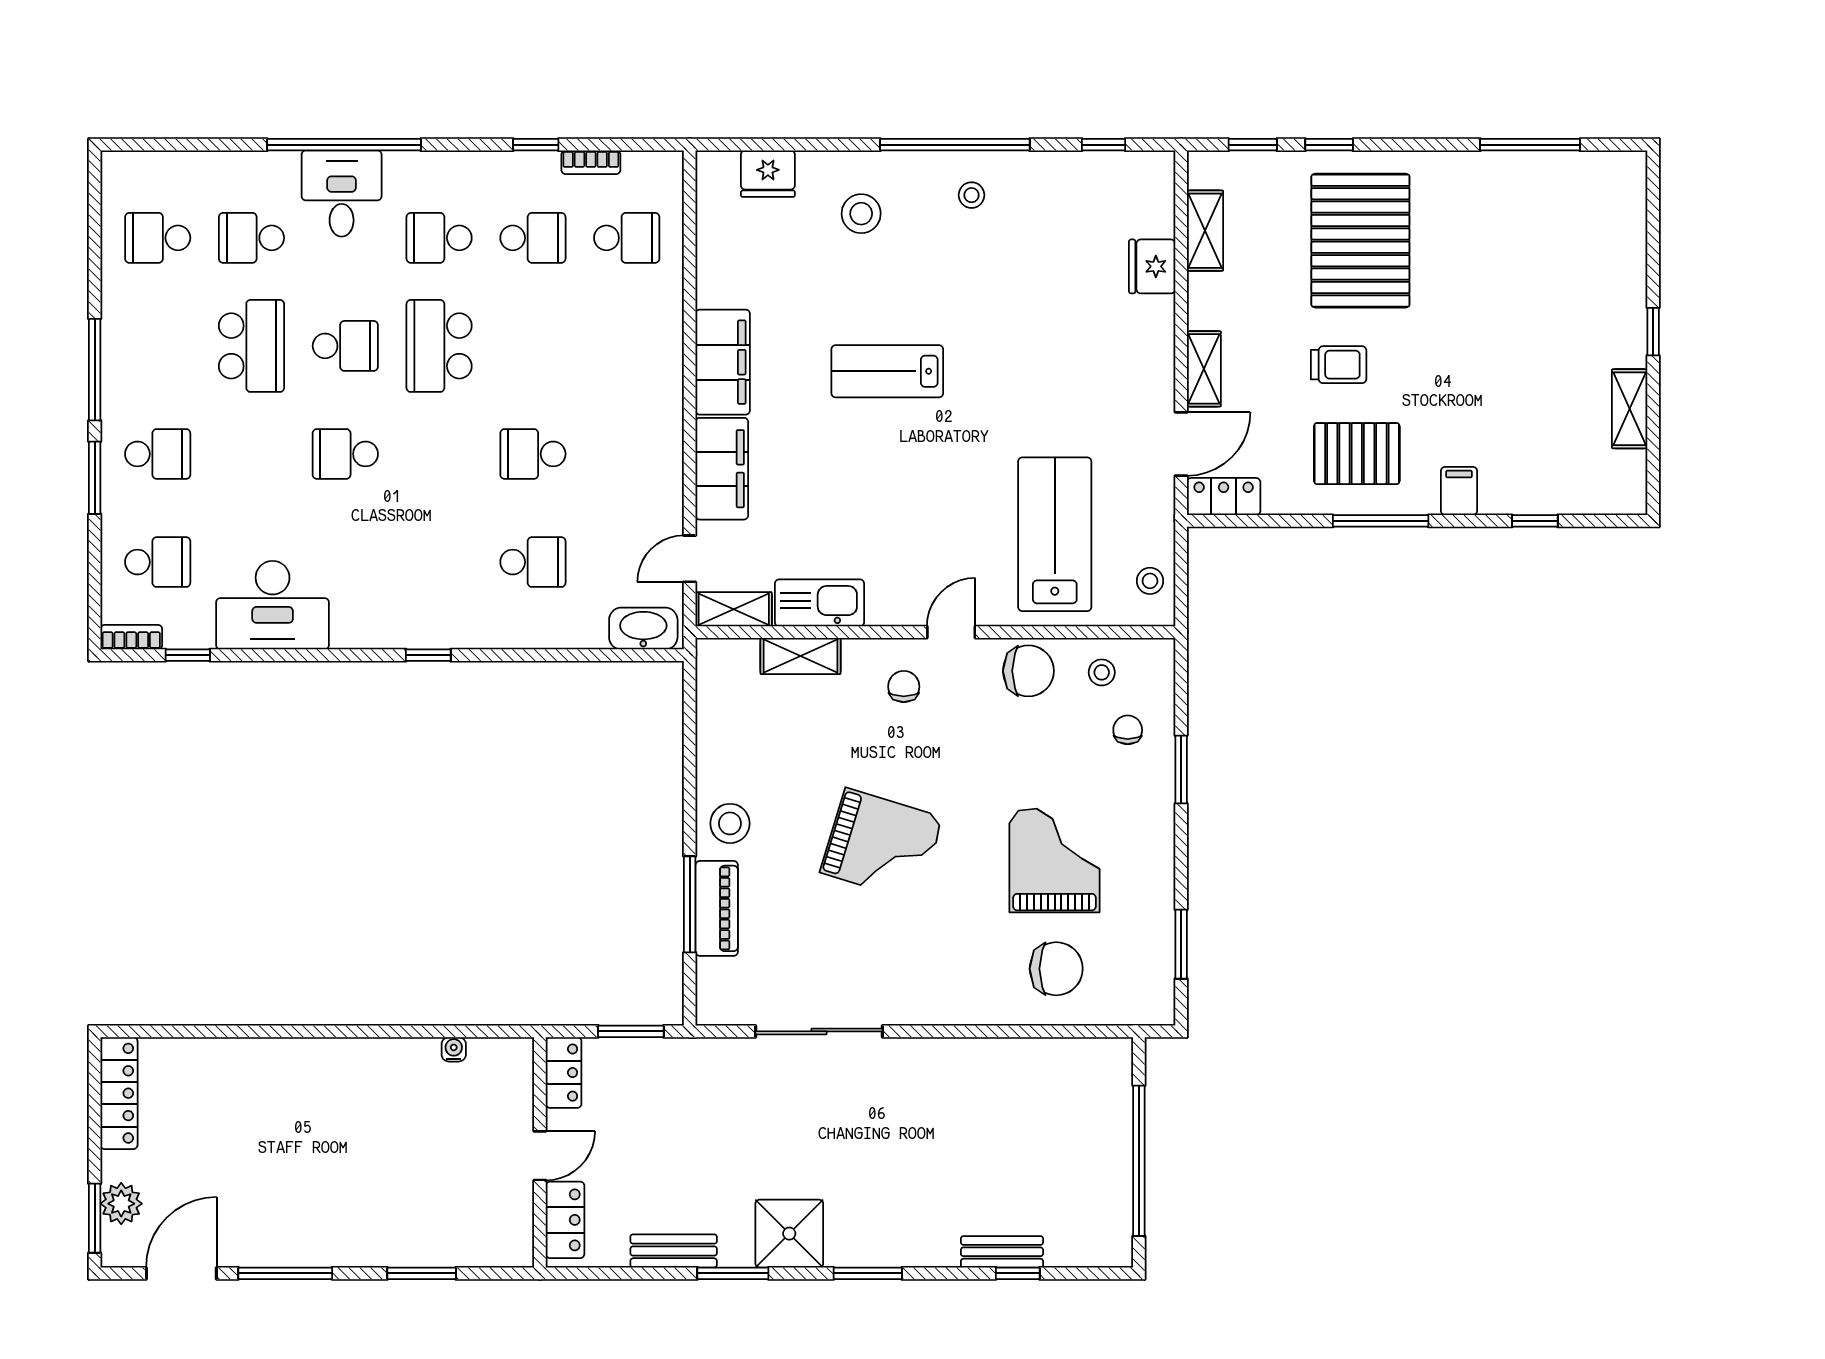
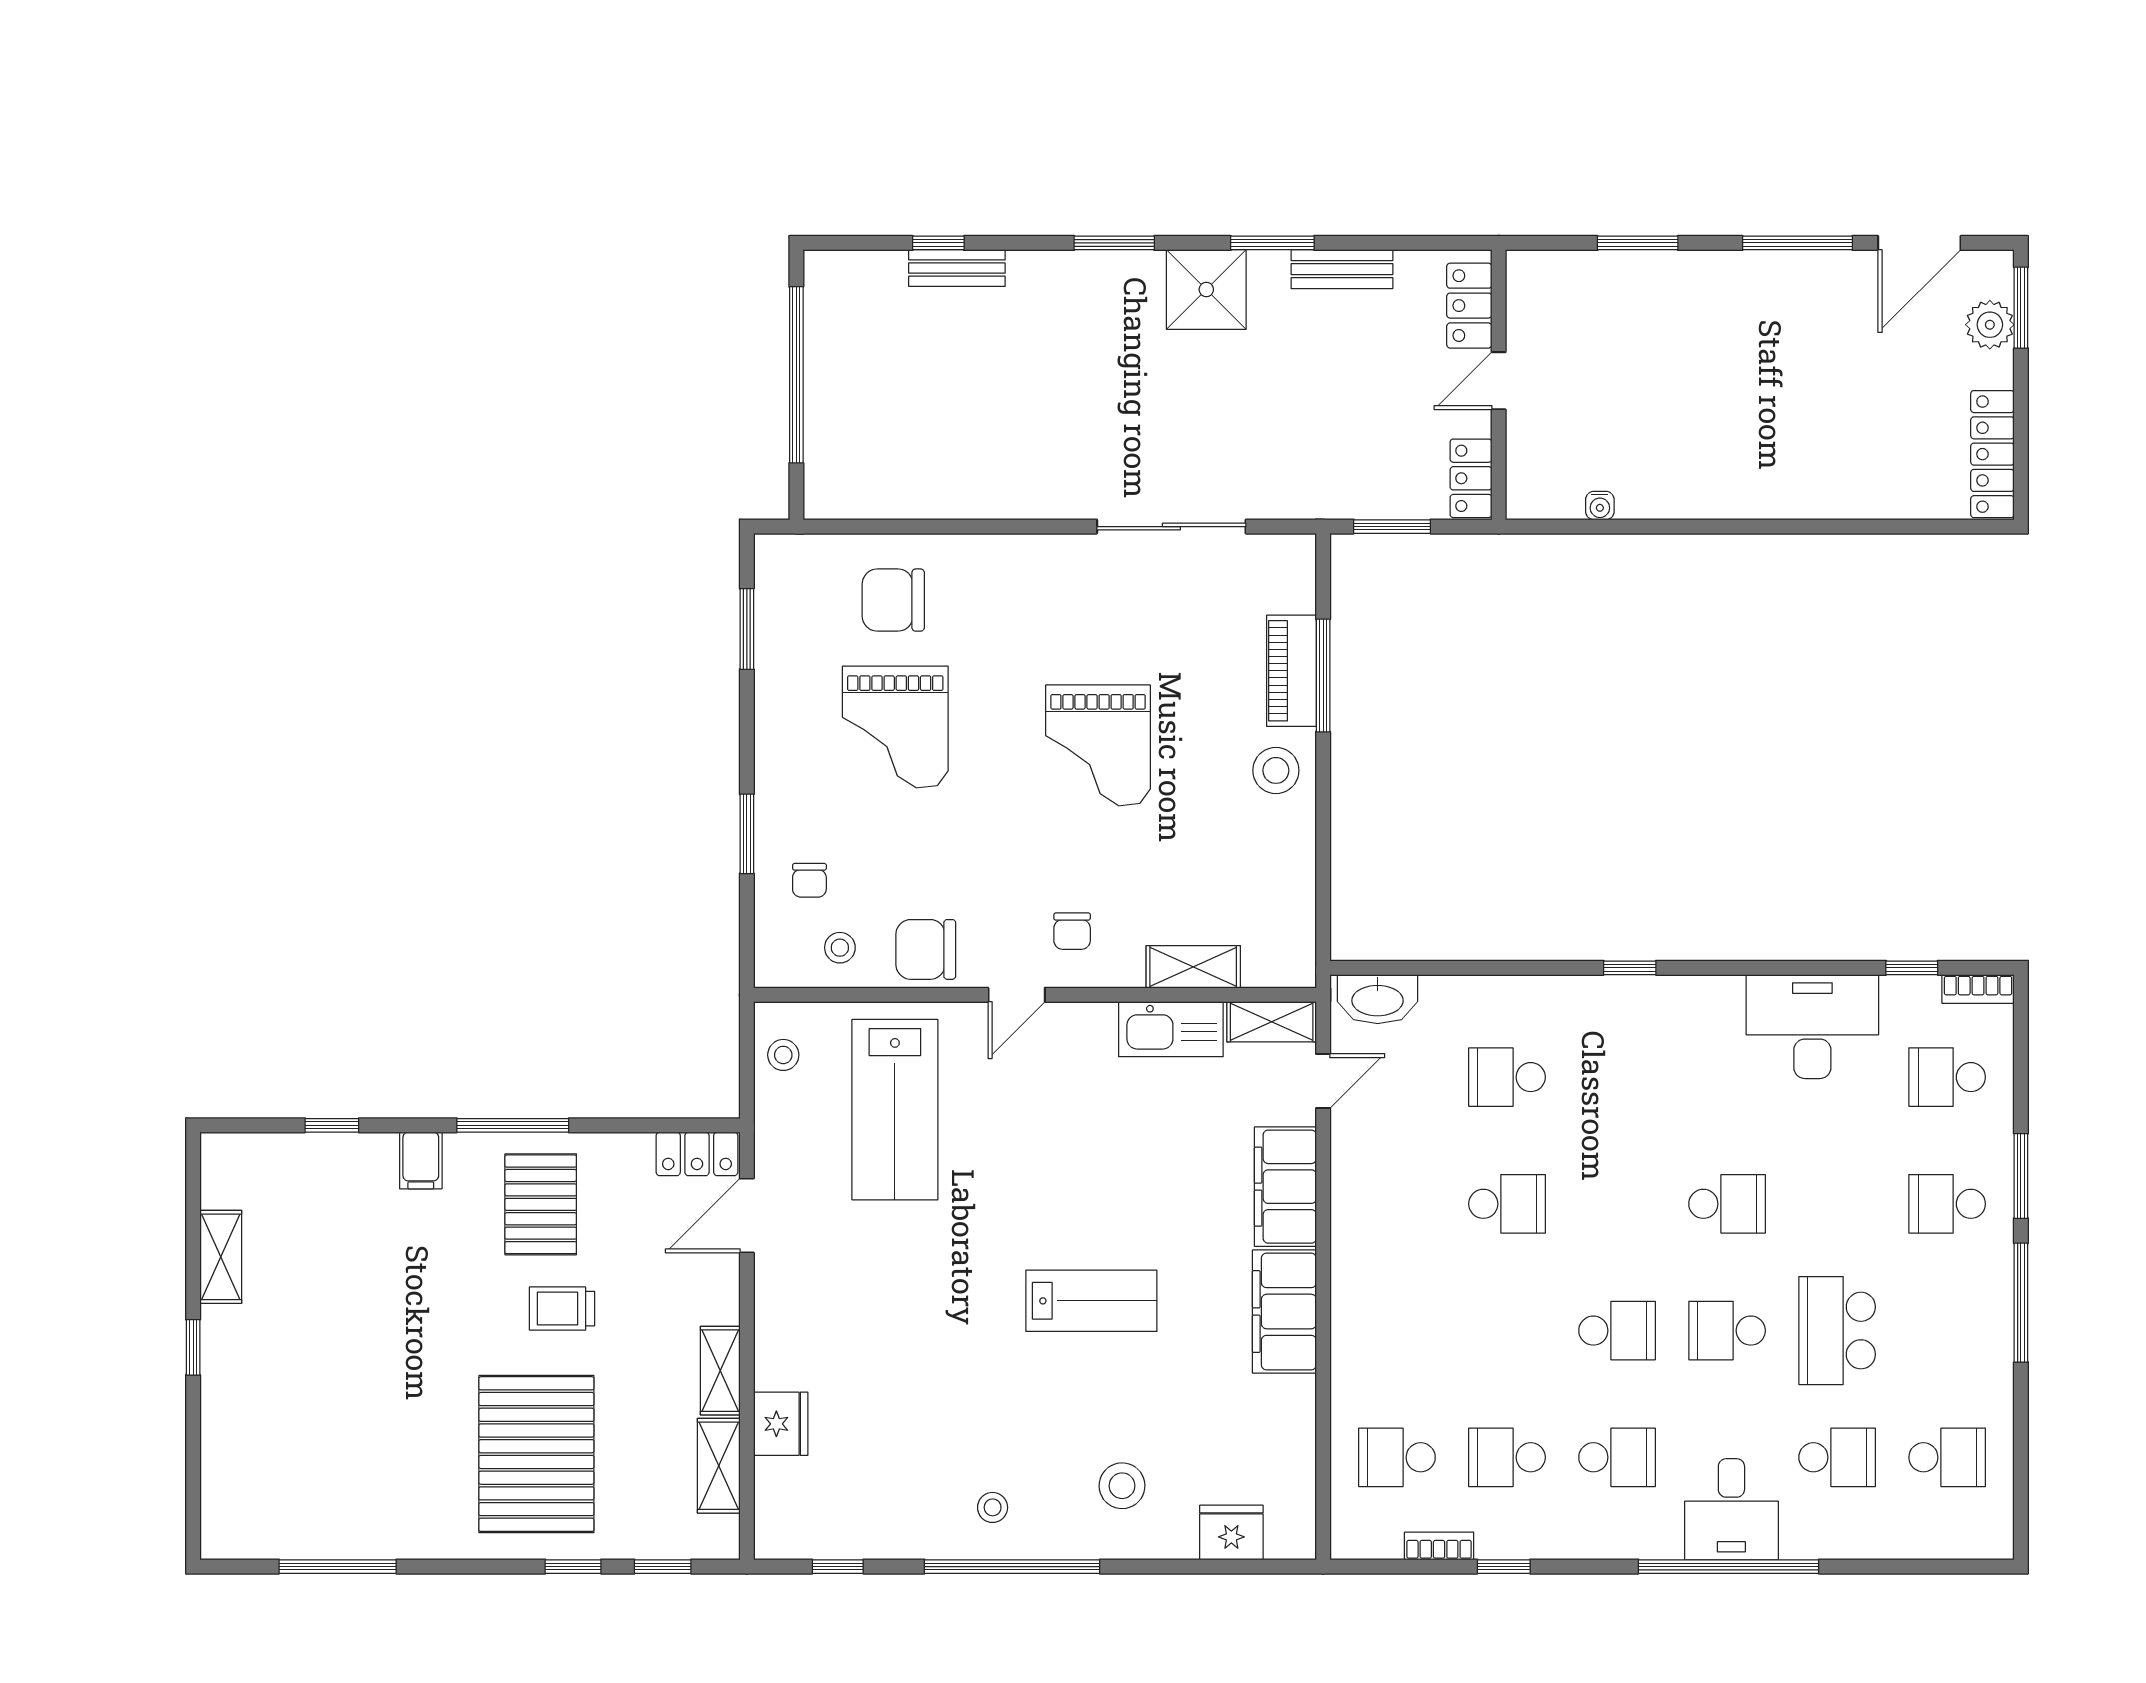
school desk: (439, 346) -> (1617, 1331), width x0.54
shelving: (1204, 369) -> (720, 1371), moved
pallet: (1357, 454) -> (541, 1204), turned 90
grand piano: (882, 845) -> (1098, 745), turned -107

